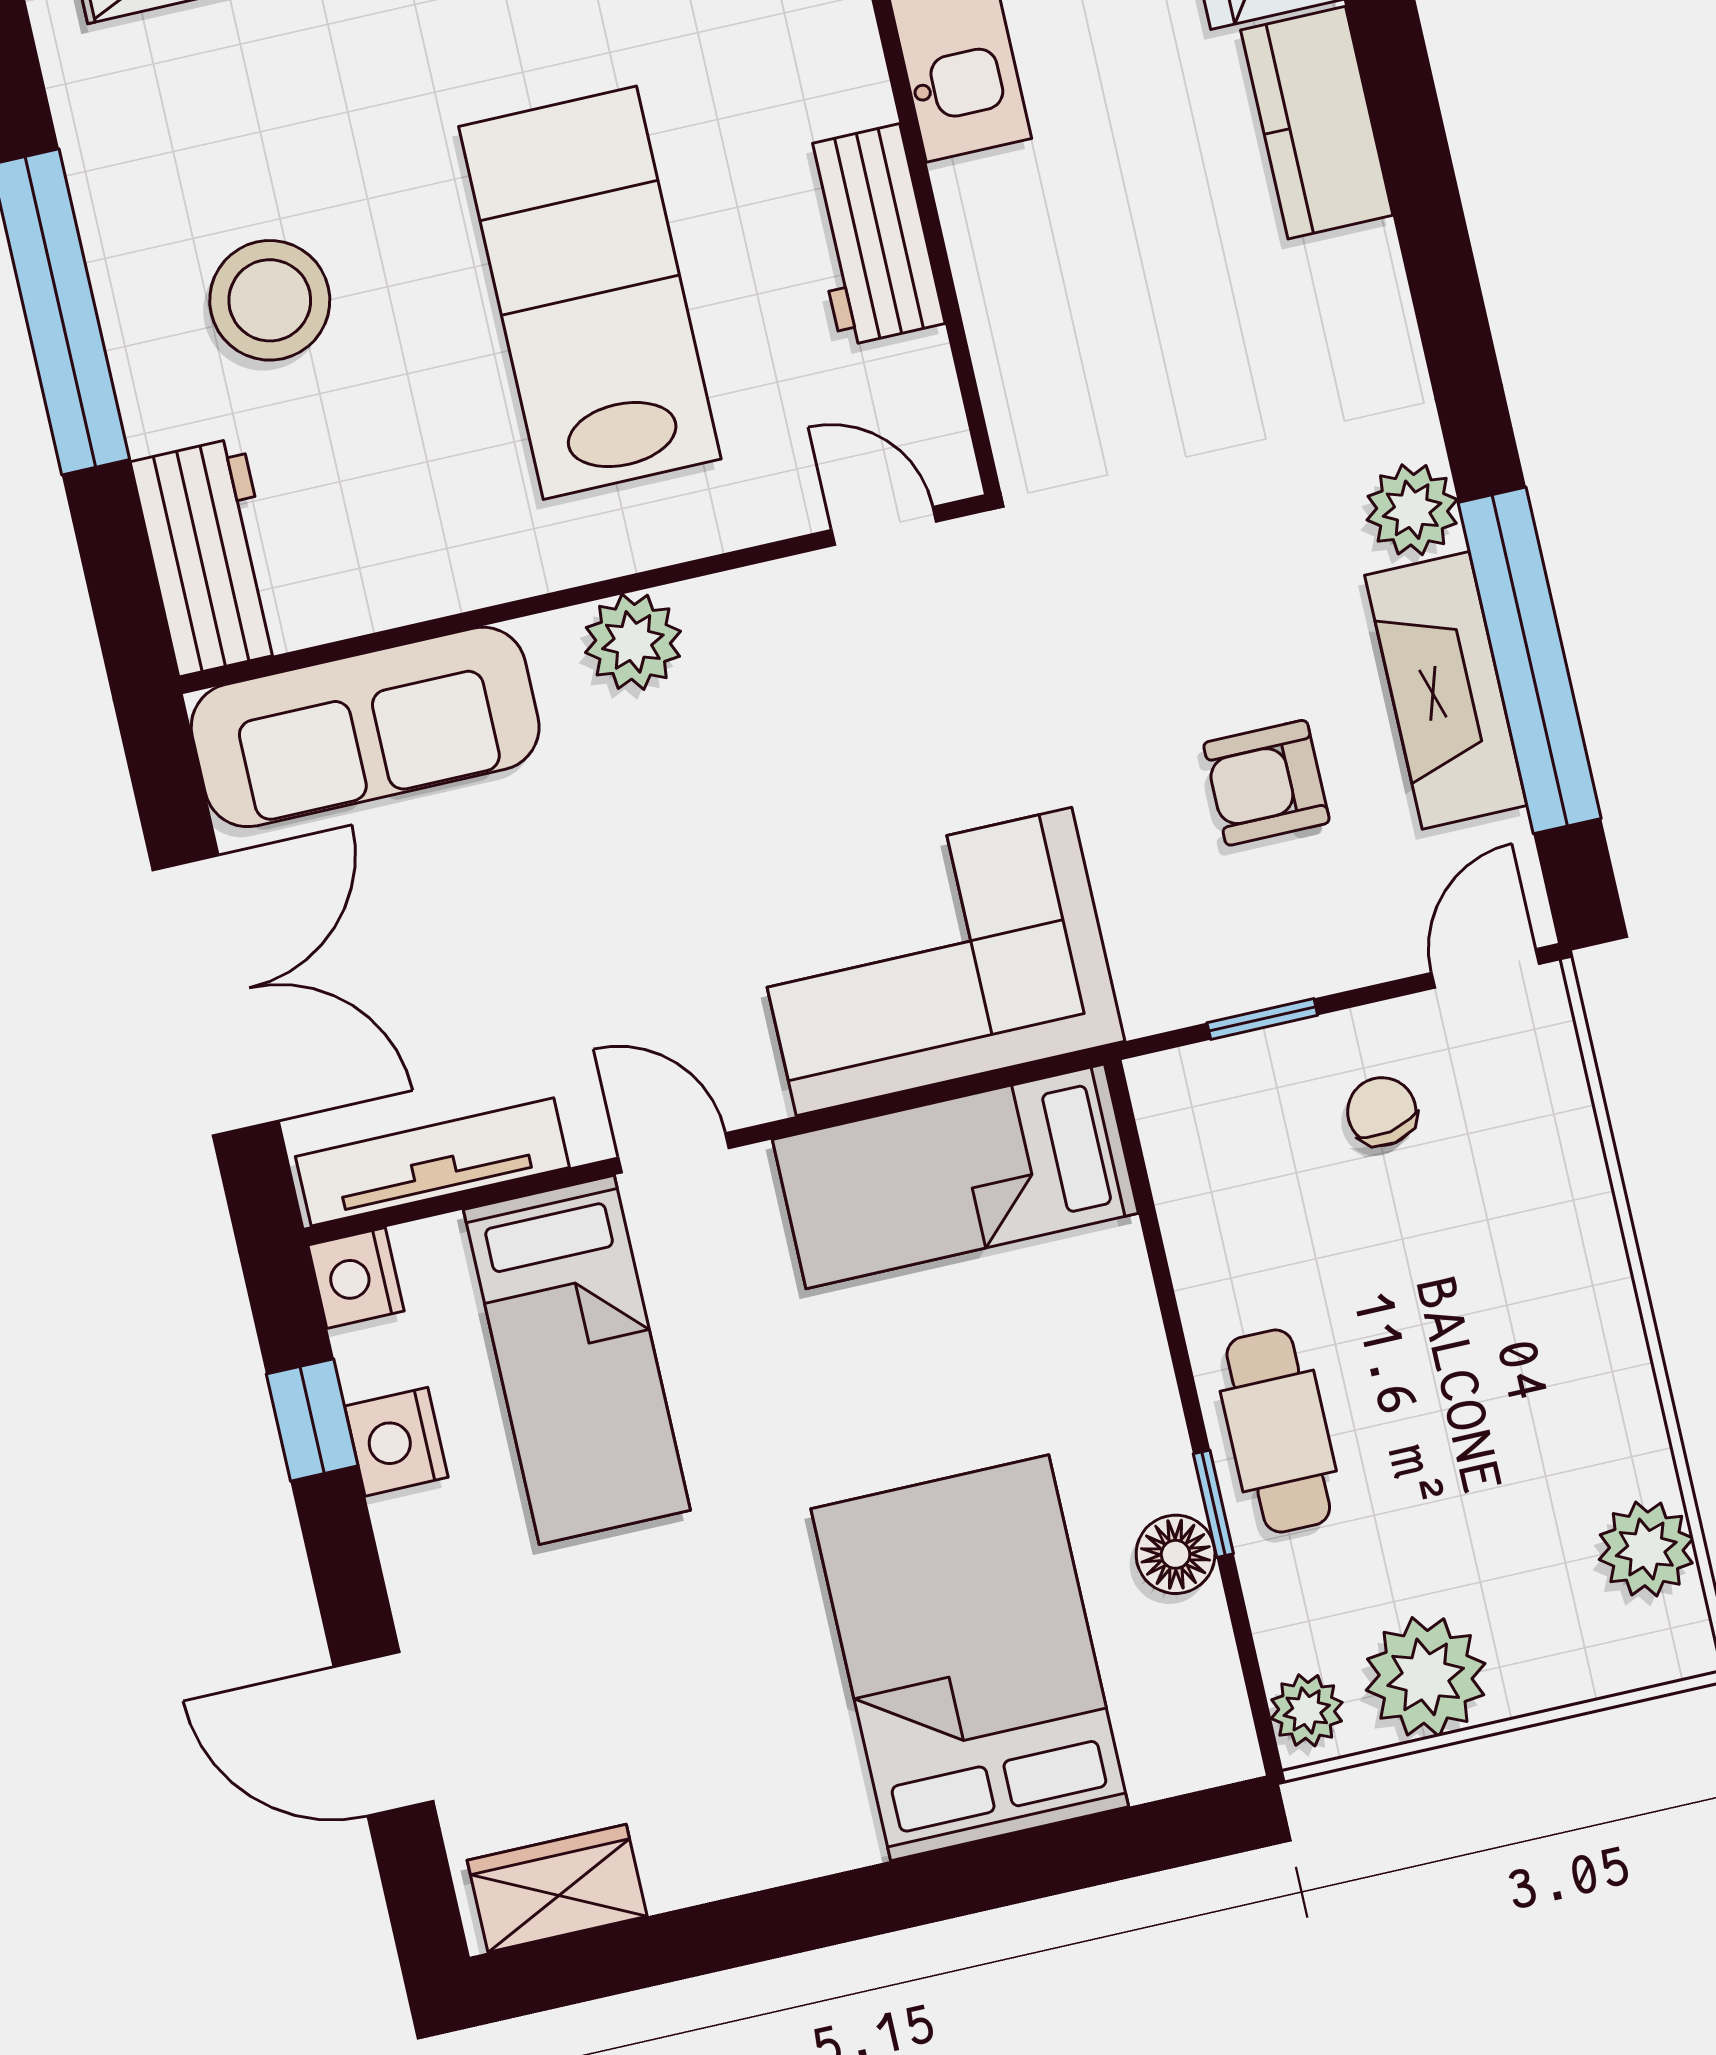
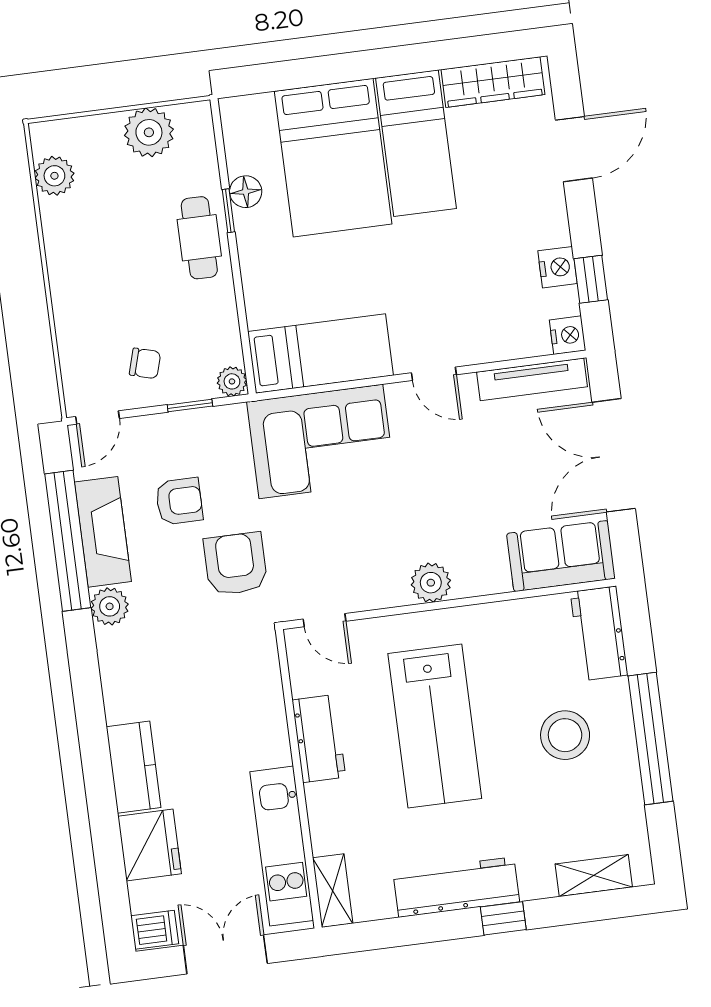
armchair: (1114, 643) -> (236, 564), added
sofa: (365, 727) -> (561, 556), width x0.73
chair: (1382, 1112) -> (145, 363), turned -63
bed: (577, 1360) -> (416, 143), moved, turned 180
plant: (1307, 1710) -> (232, 381), moved
door: (383, 1734) -> (574, 149), hinge flipped
wardrobe: (557, 1888) -> (493, 82), width x1.50

